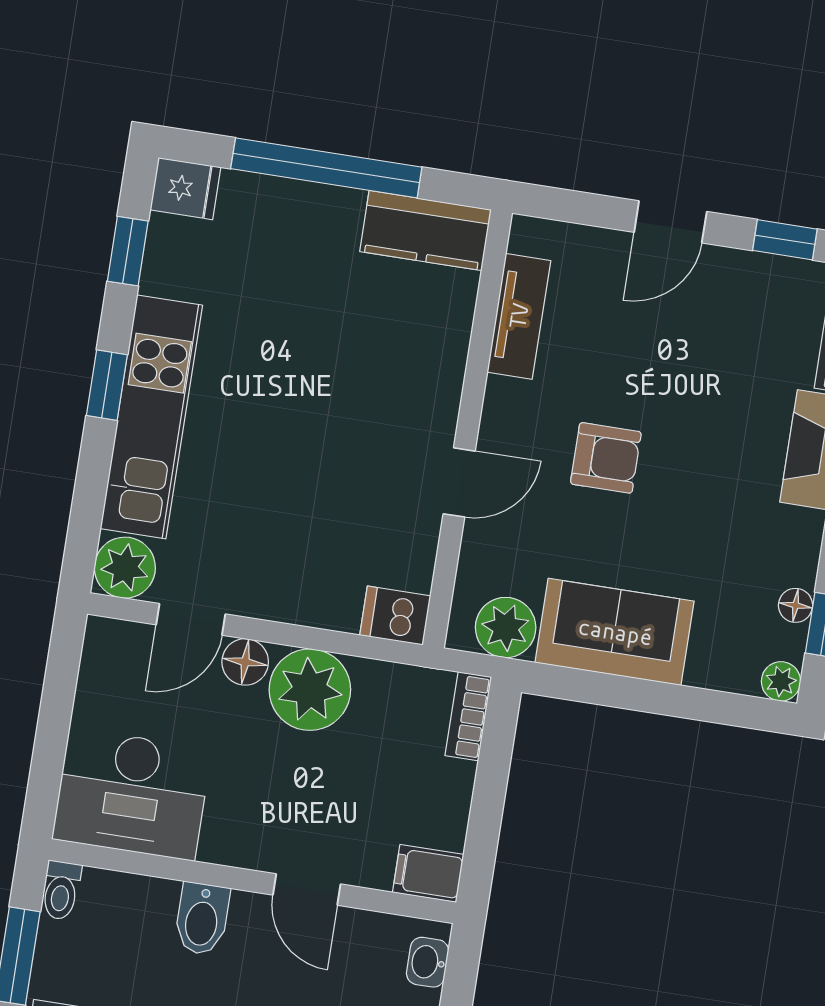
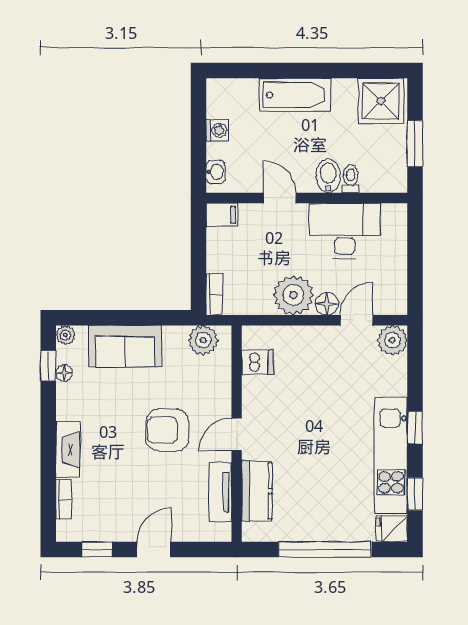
kitchen counter: (426, 231) -> (257, 491), moved, turned 90
kitchen unit: (151, 417) -> (391, 456), moved
armchair: (606, 458) -> (167, 430), width x1.38, depth x1.38
door: (459, 482) -> (237, 435), moved
dishwasher: (395, 616) -> (258, 362), moved
sofa: (615, 632) -> (125, 346), moved
desk: (132, 794) -> (345, 231), moved
toilet: (61, 890) -> (351, 179), moved

